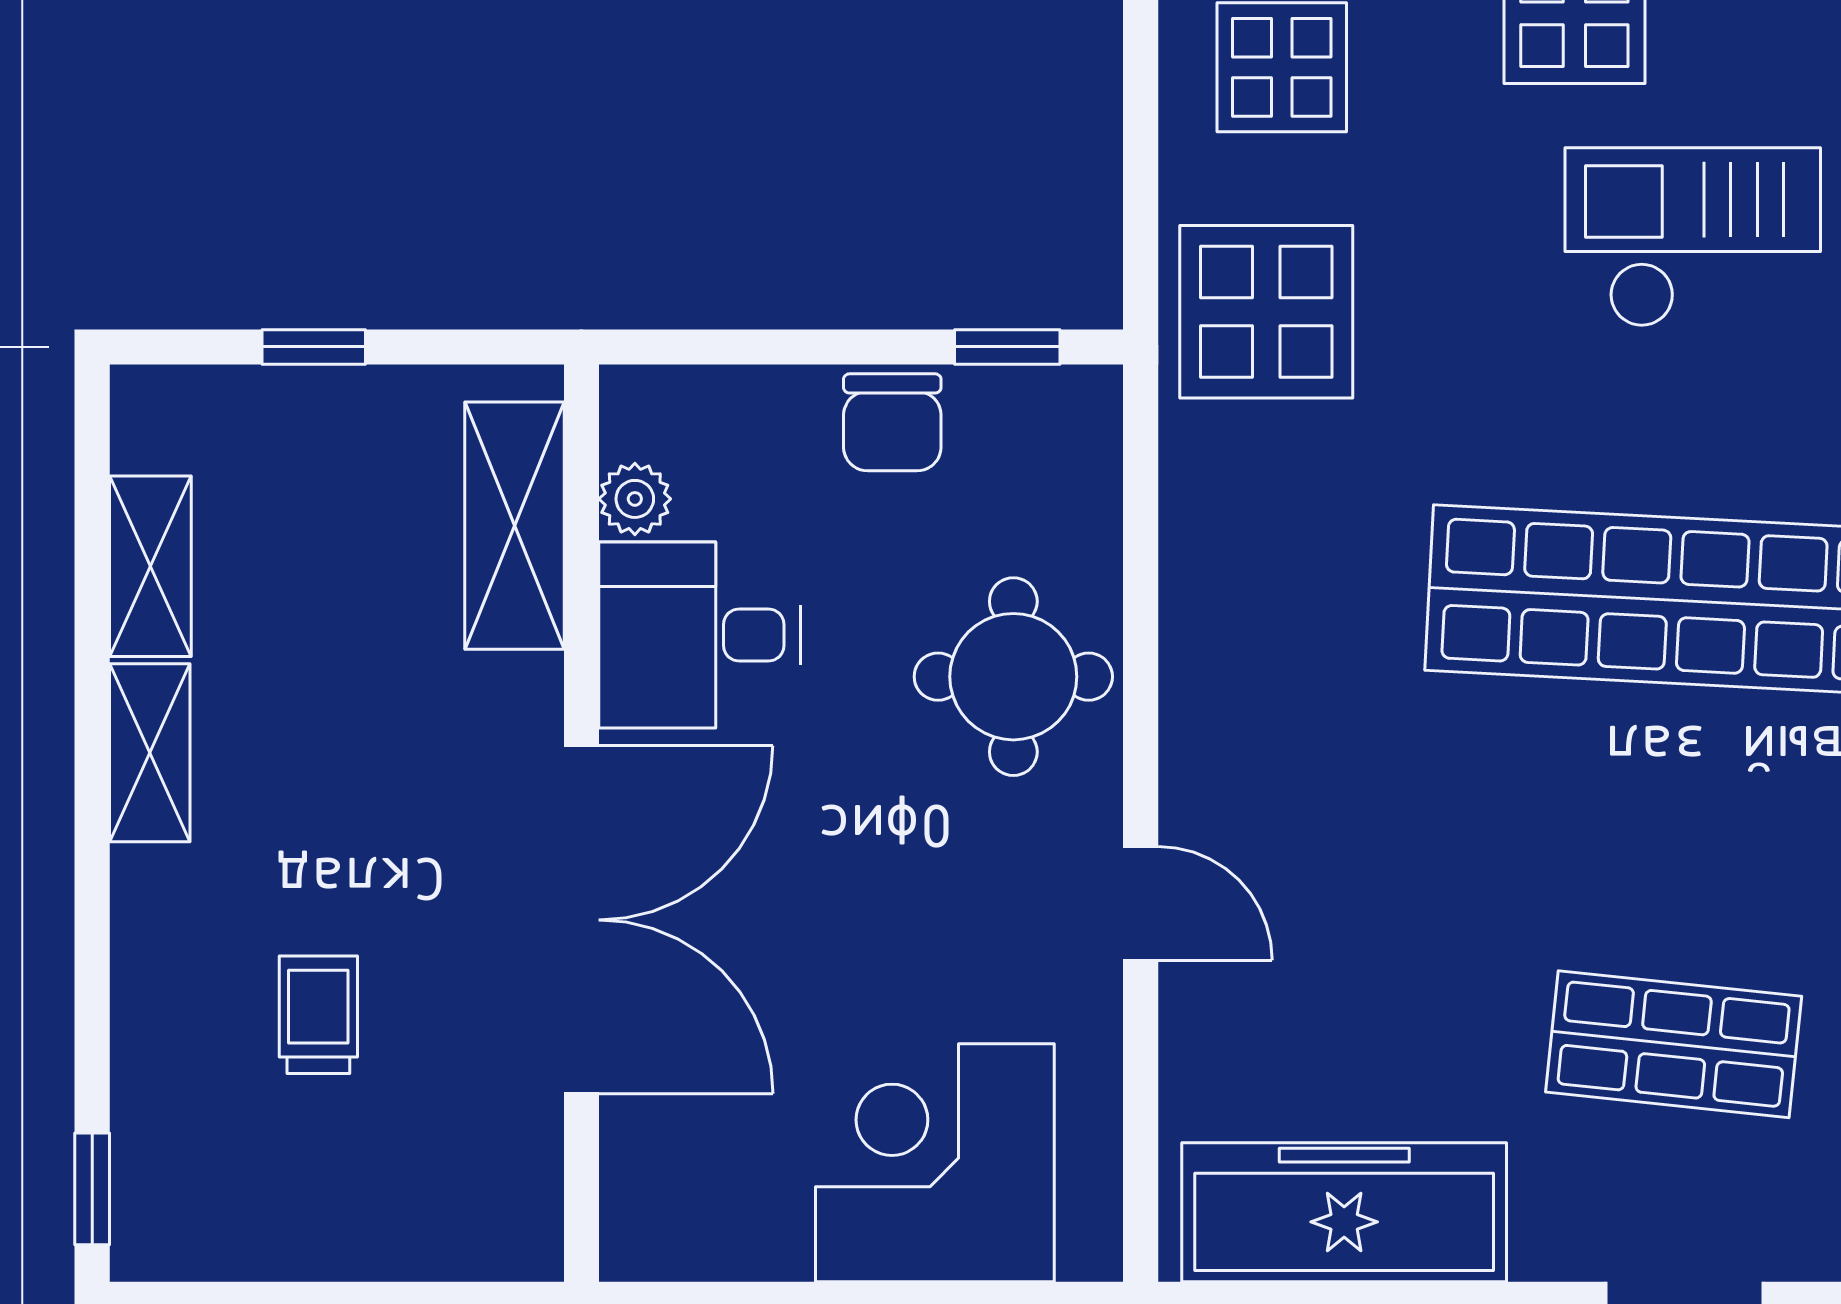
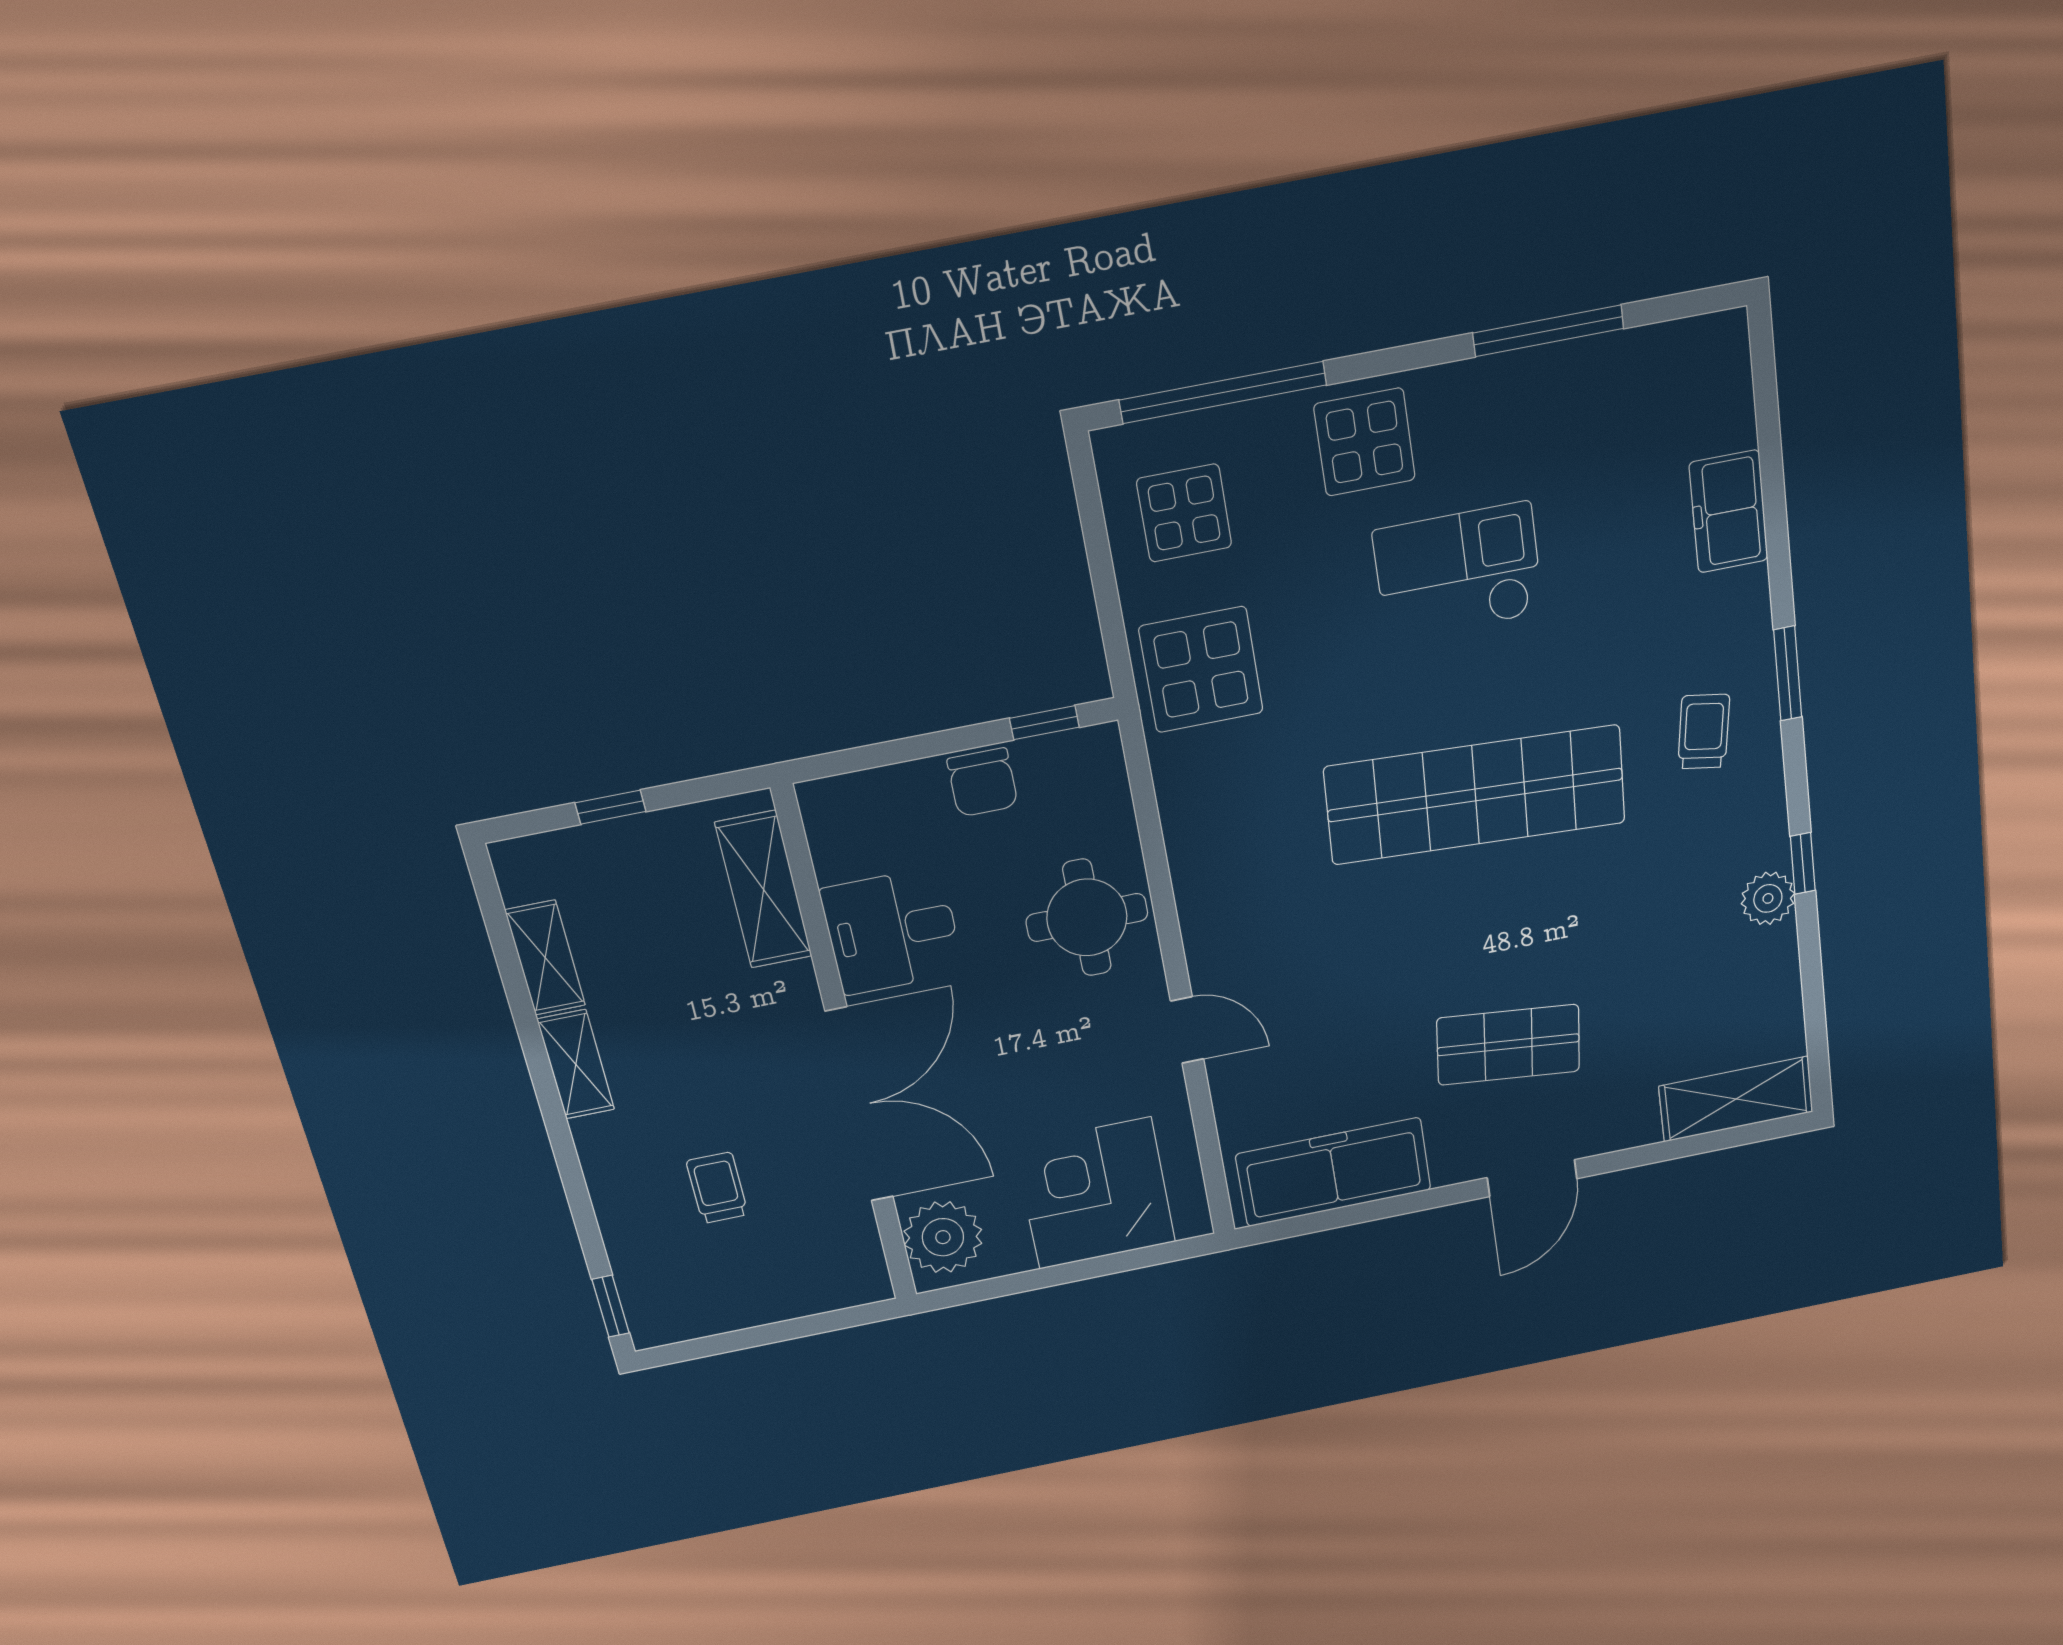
plant: (635, 499) -> (943, 1237), moved, width x1.88, depth x1.88

